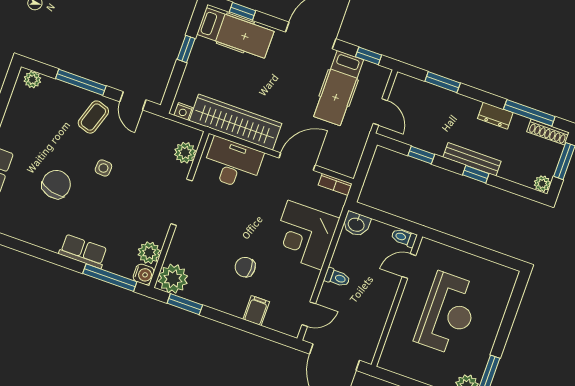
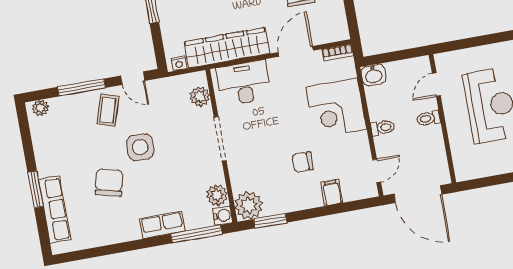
side table: (103, 168) -> (140, 147), width x1.87, depth x1.87
toilet: (404, 238) -> (429, 118), moved

